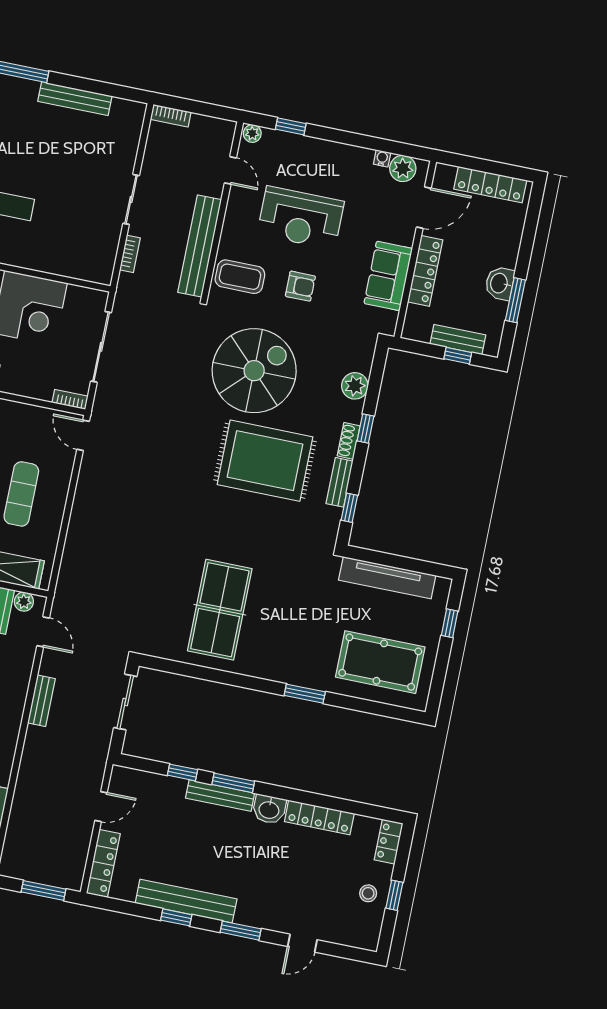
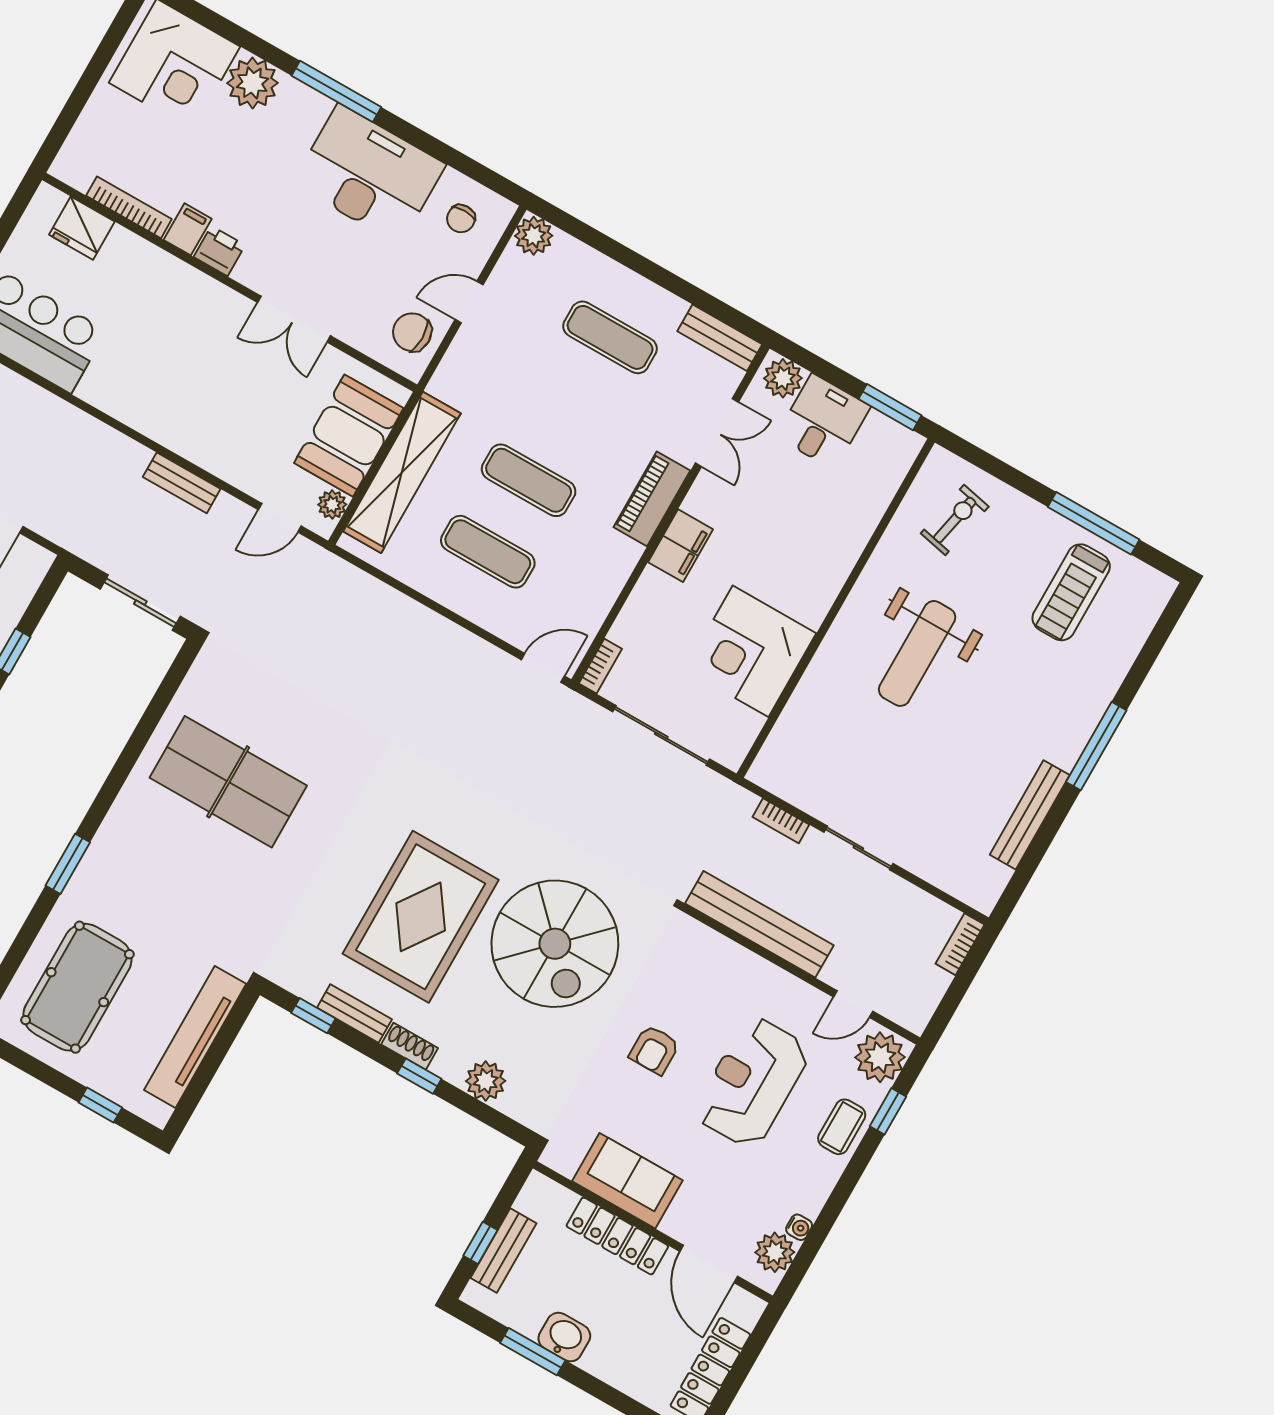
plant: (252, 133) -> (880, 1057), width x1.87, depth x1.87
coffee table: (240, 277) -> (842, 1127), moved, width x0.73, depth x0.77

